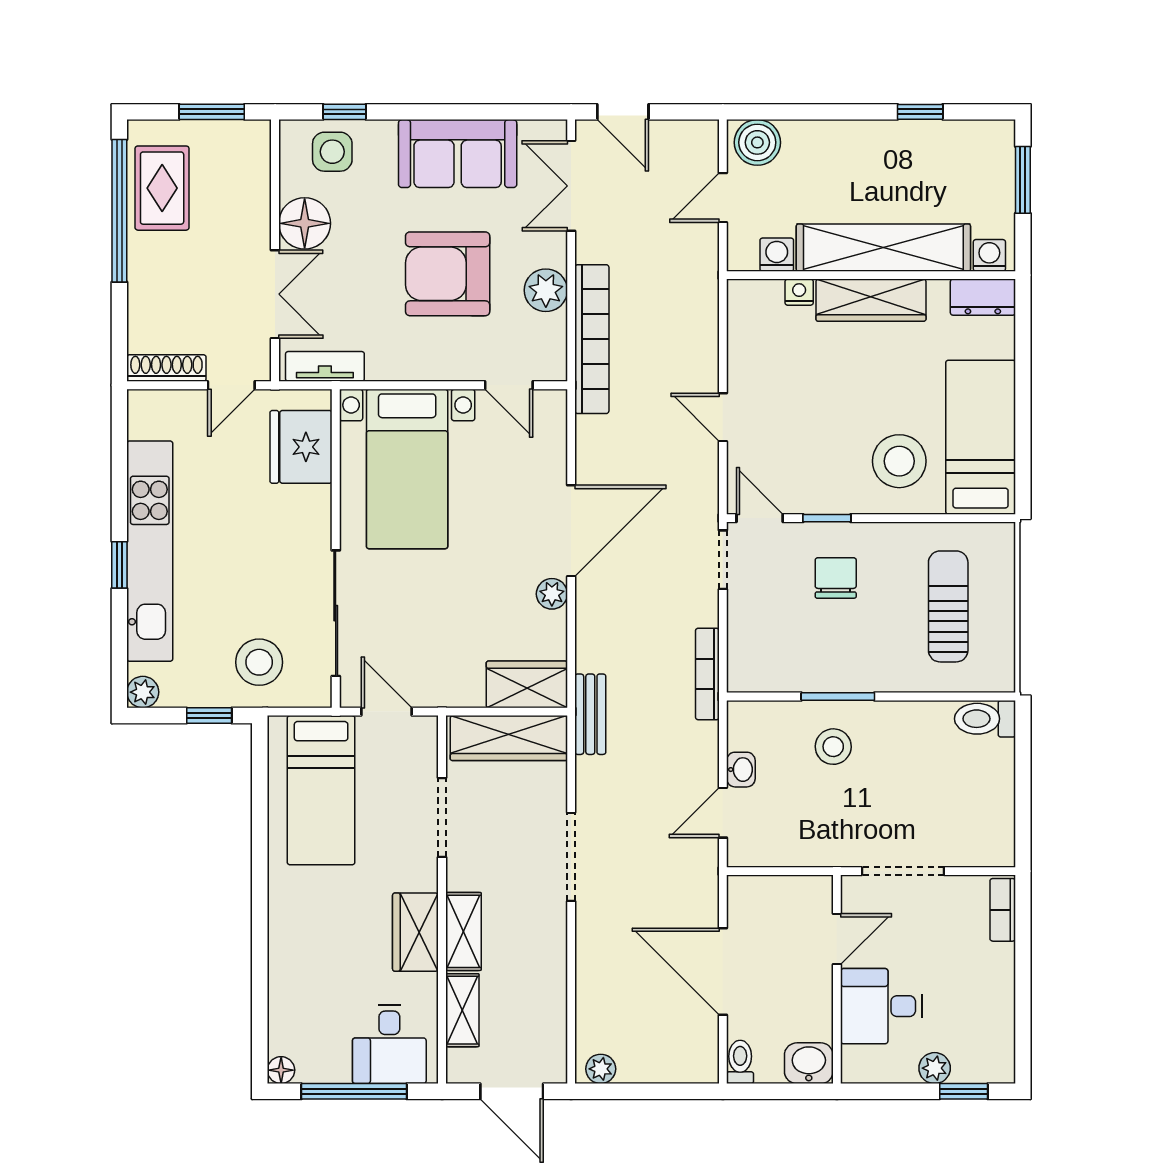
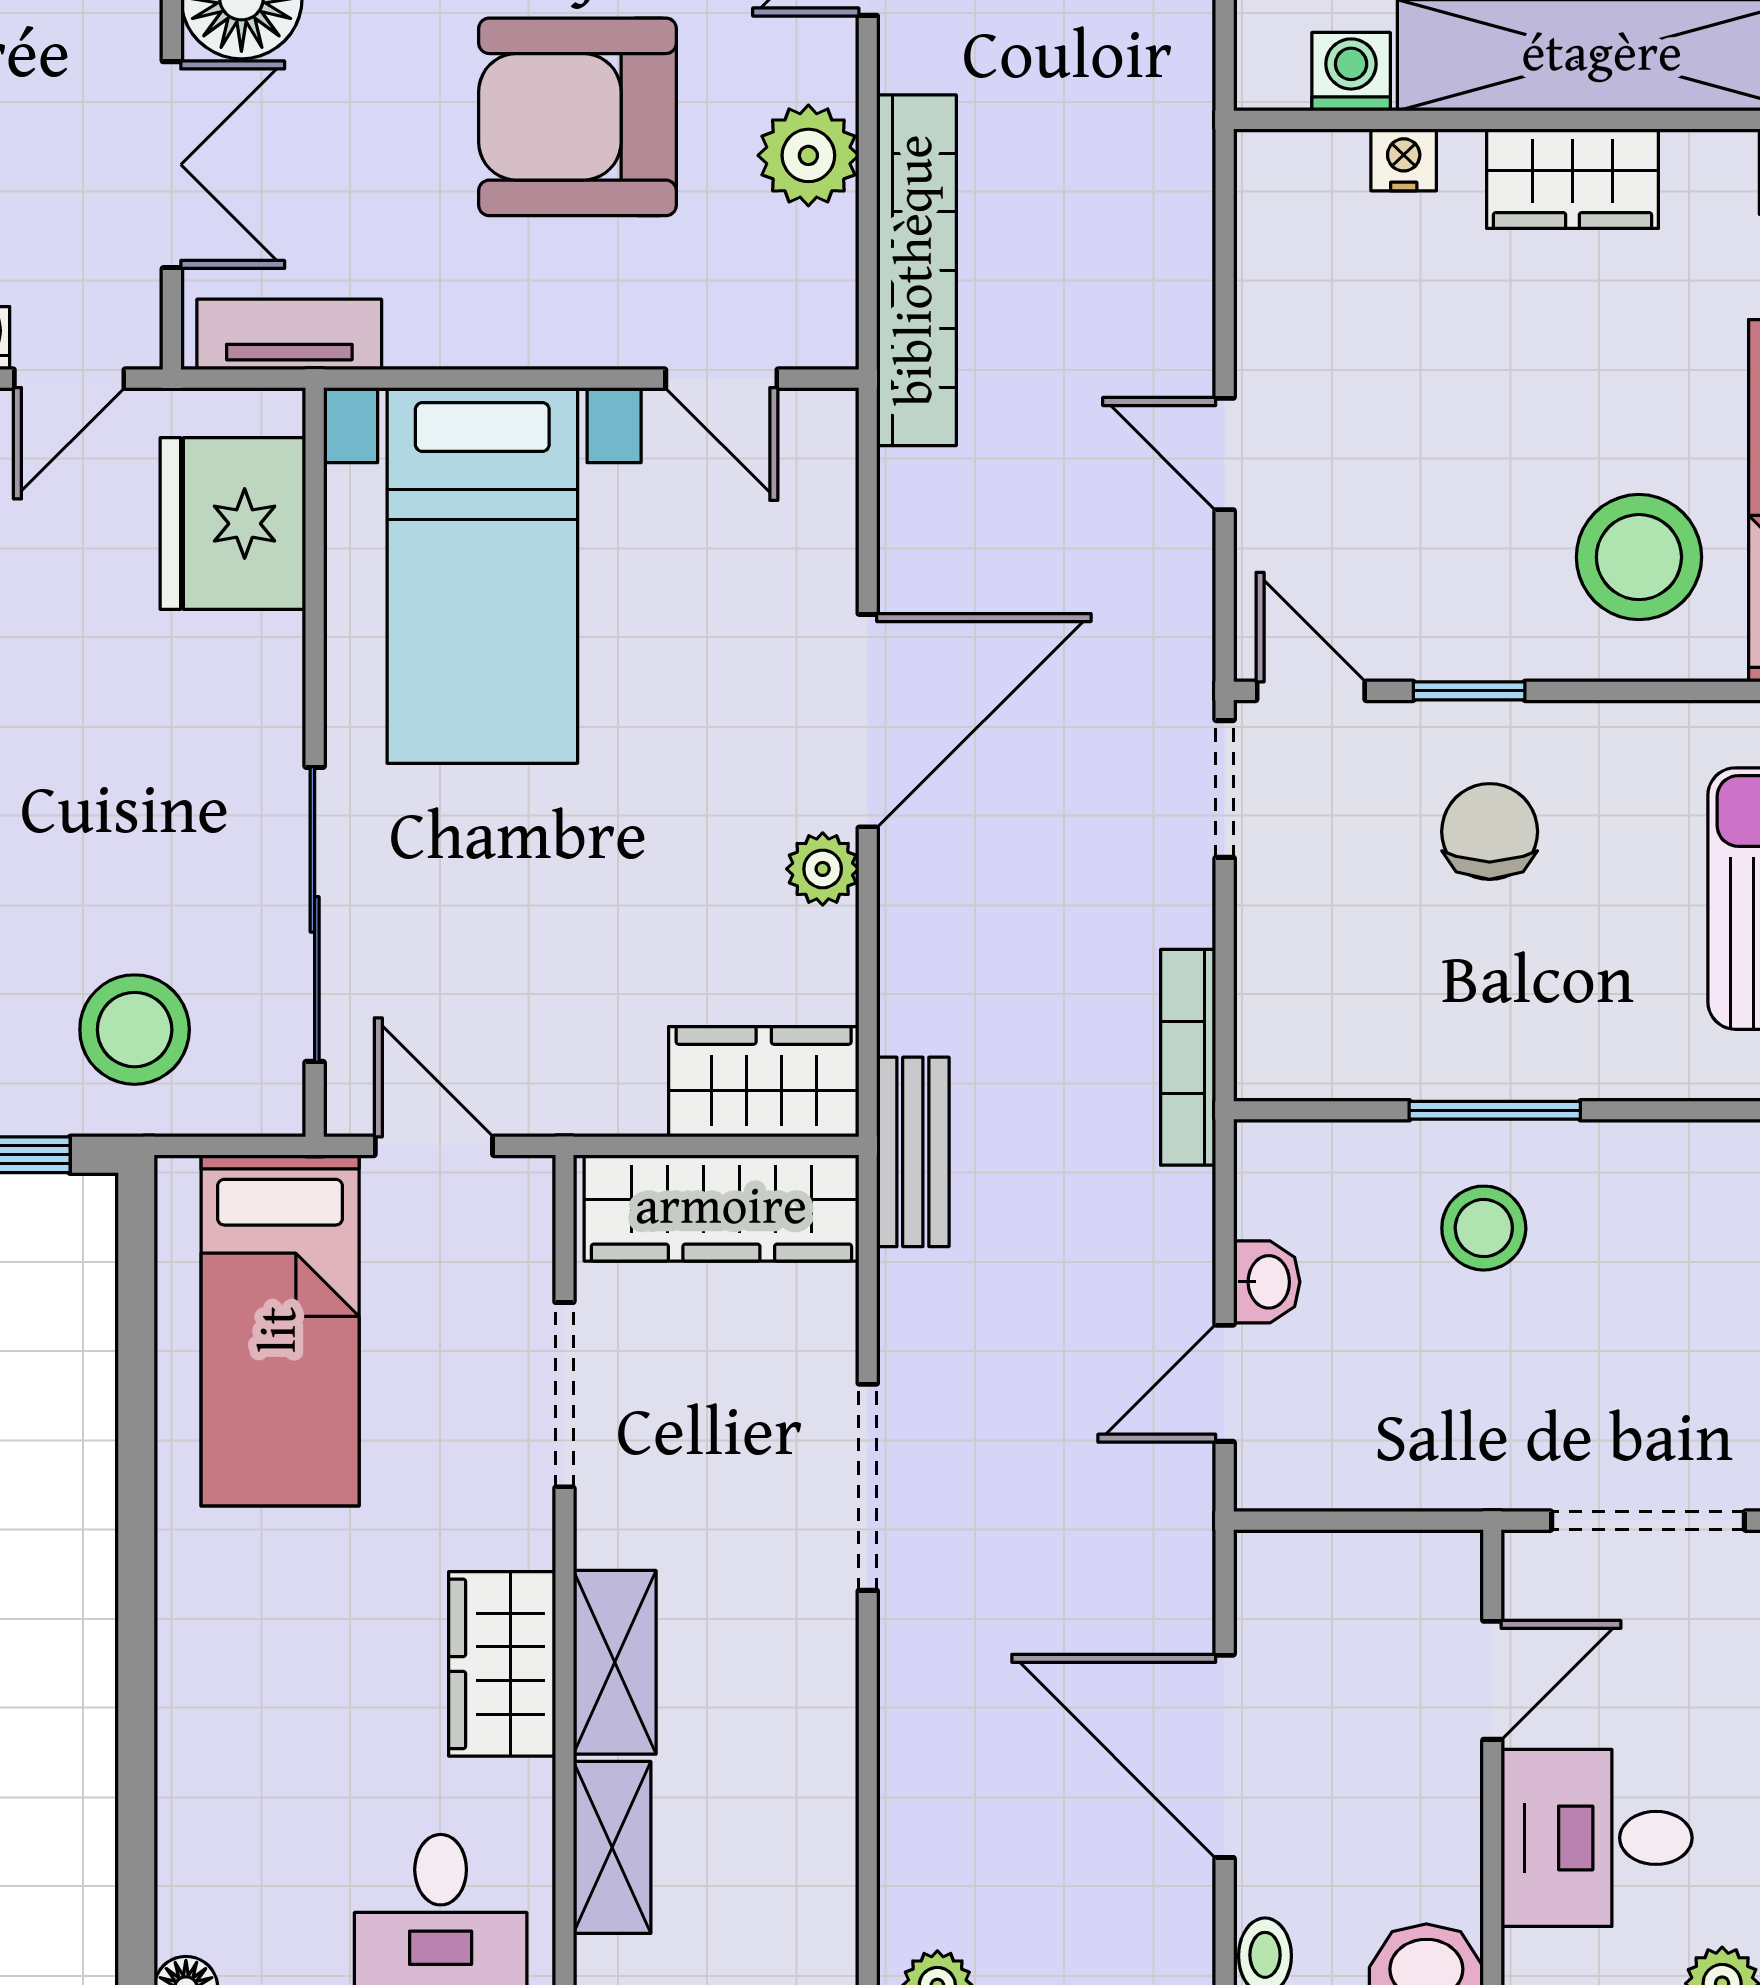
wardrobe: (871, 300) -> (1572, 179), width x0.67

